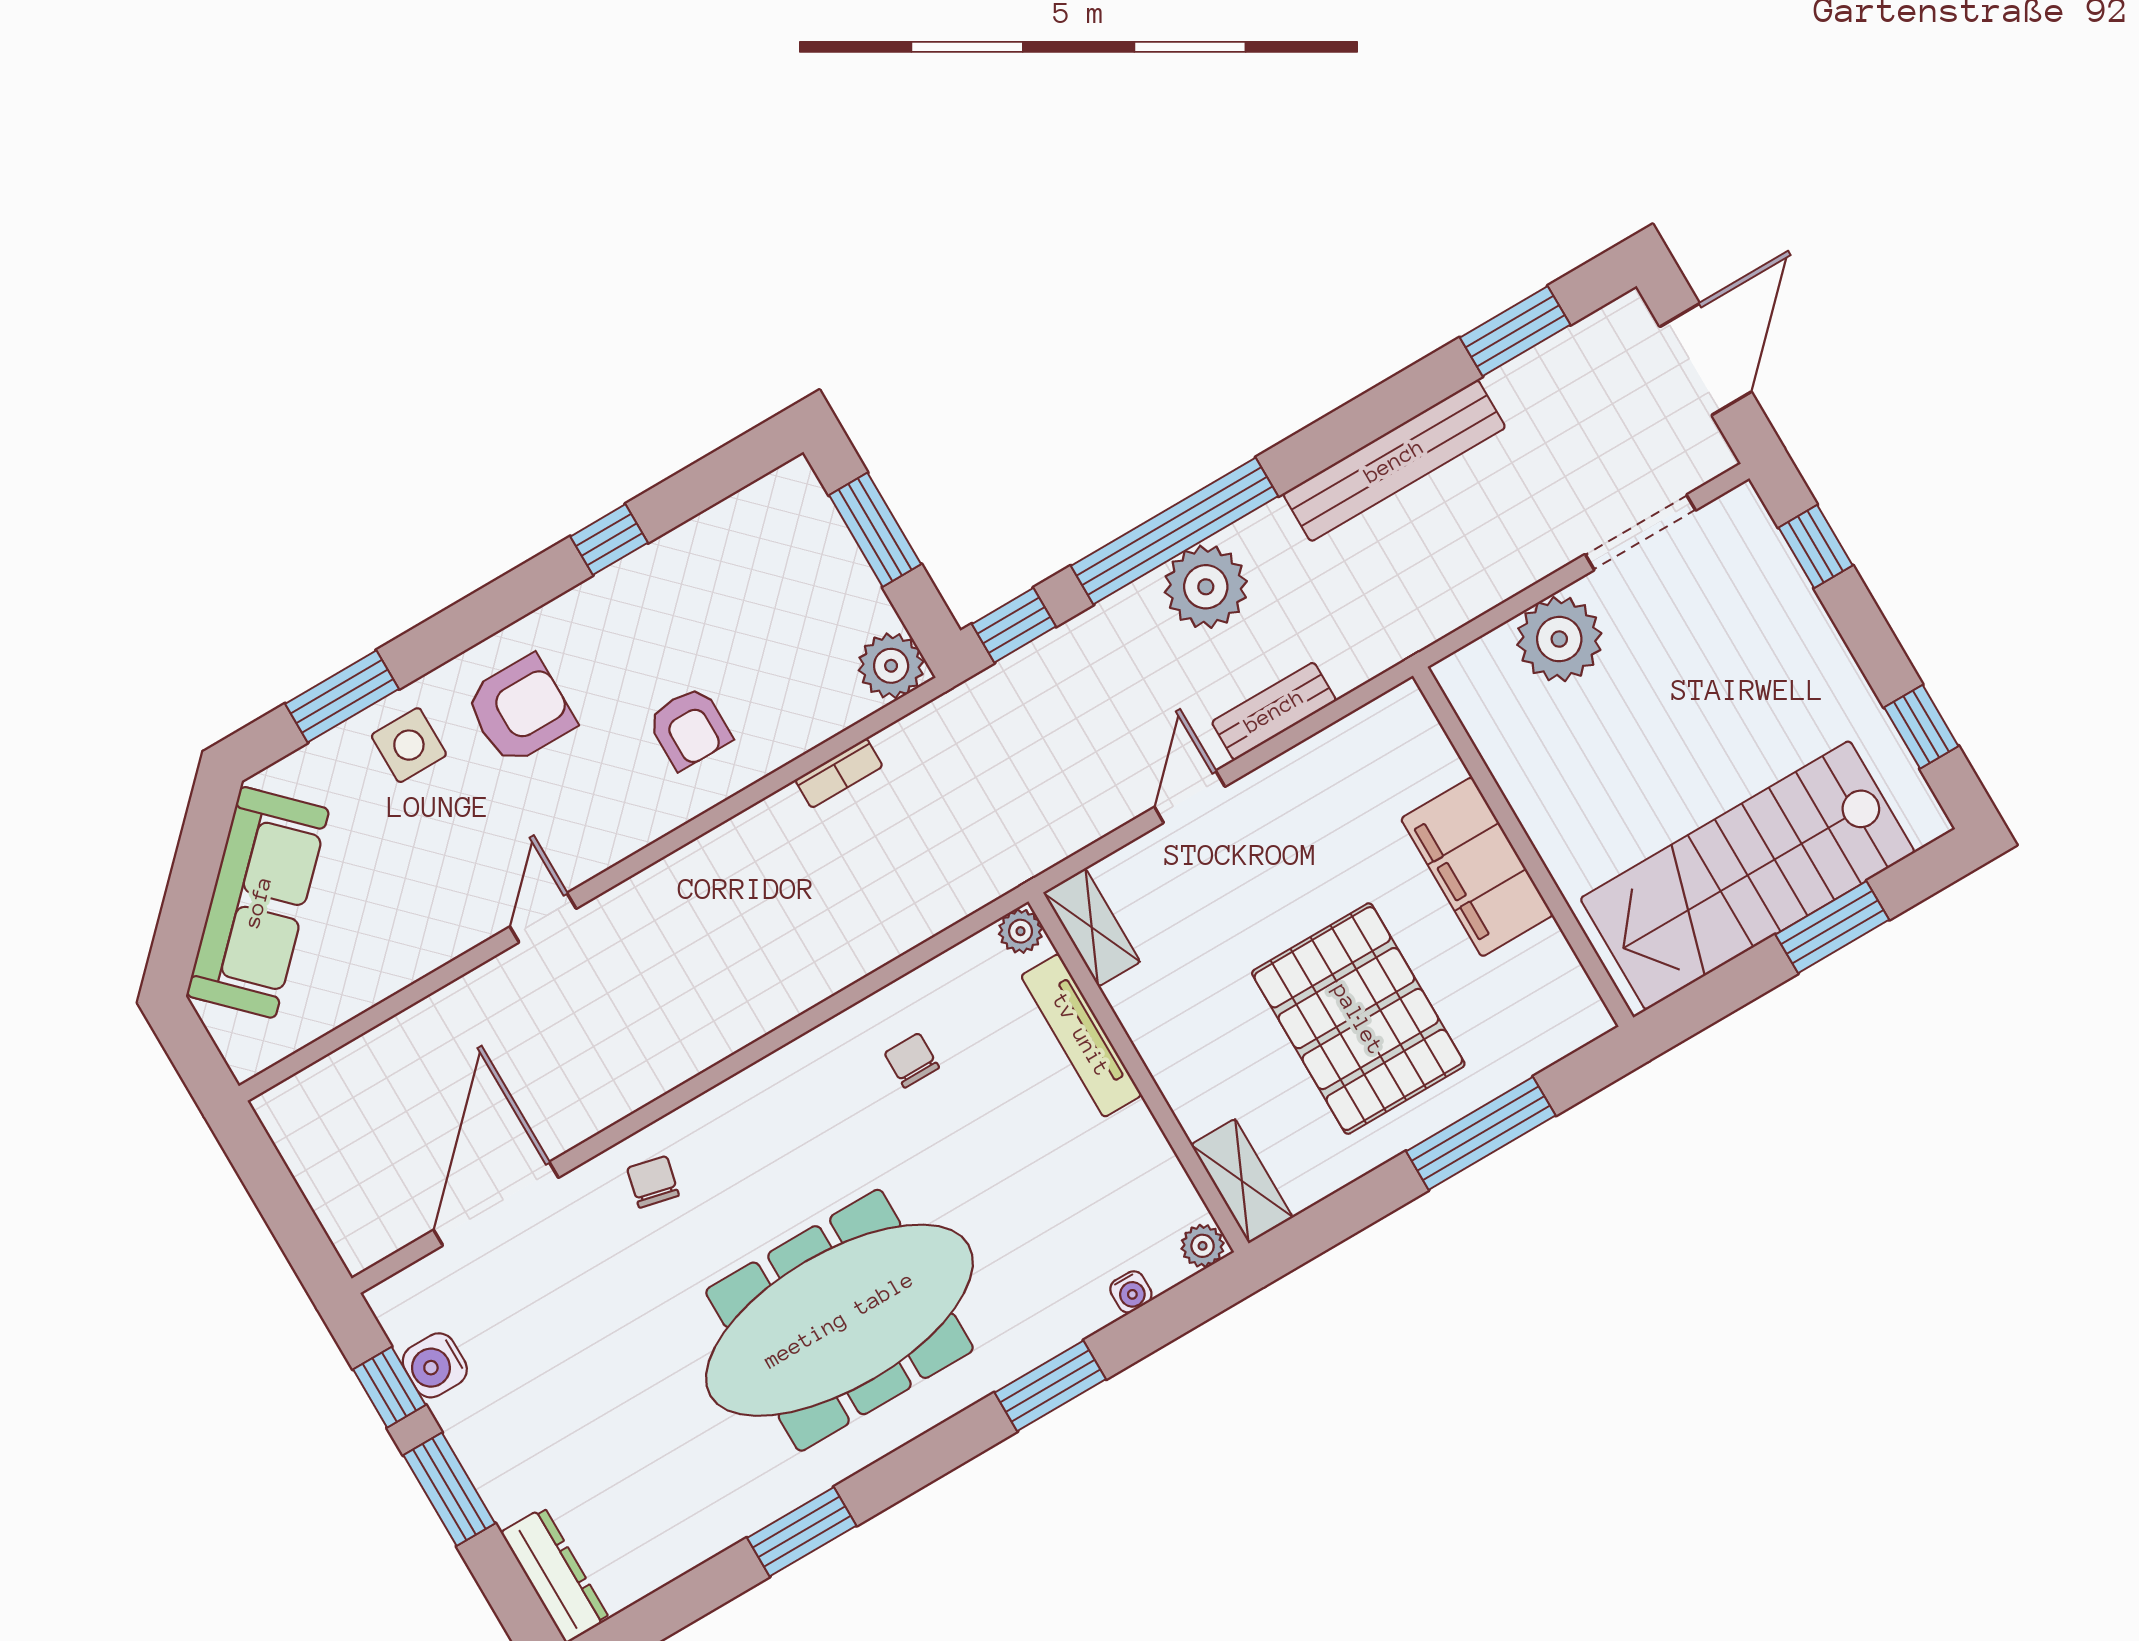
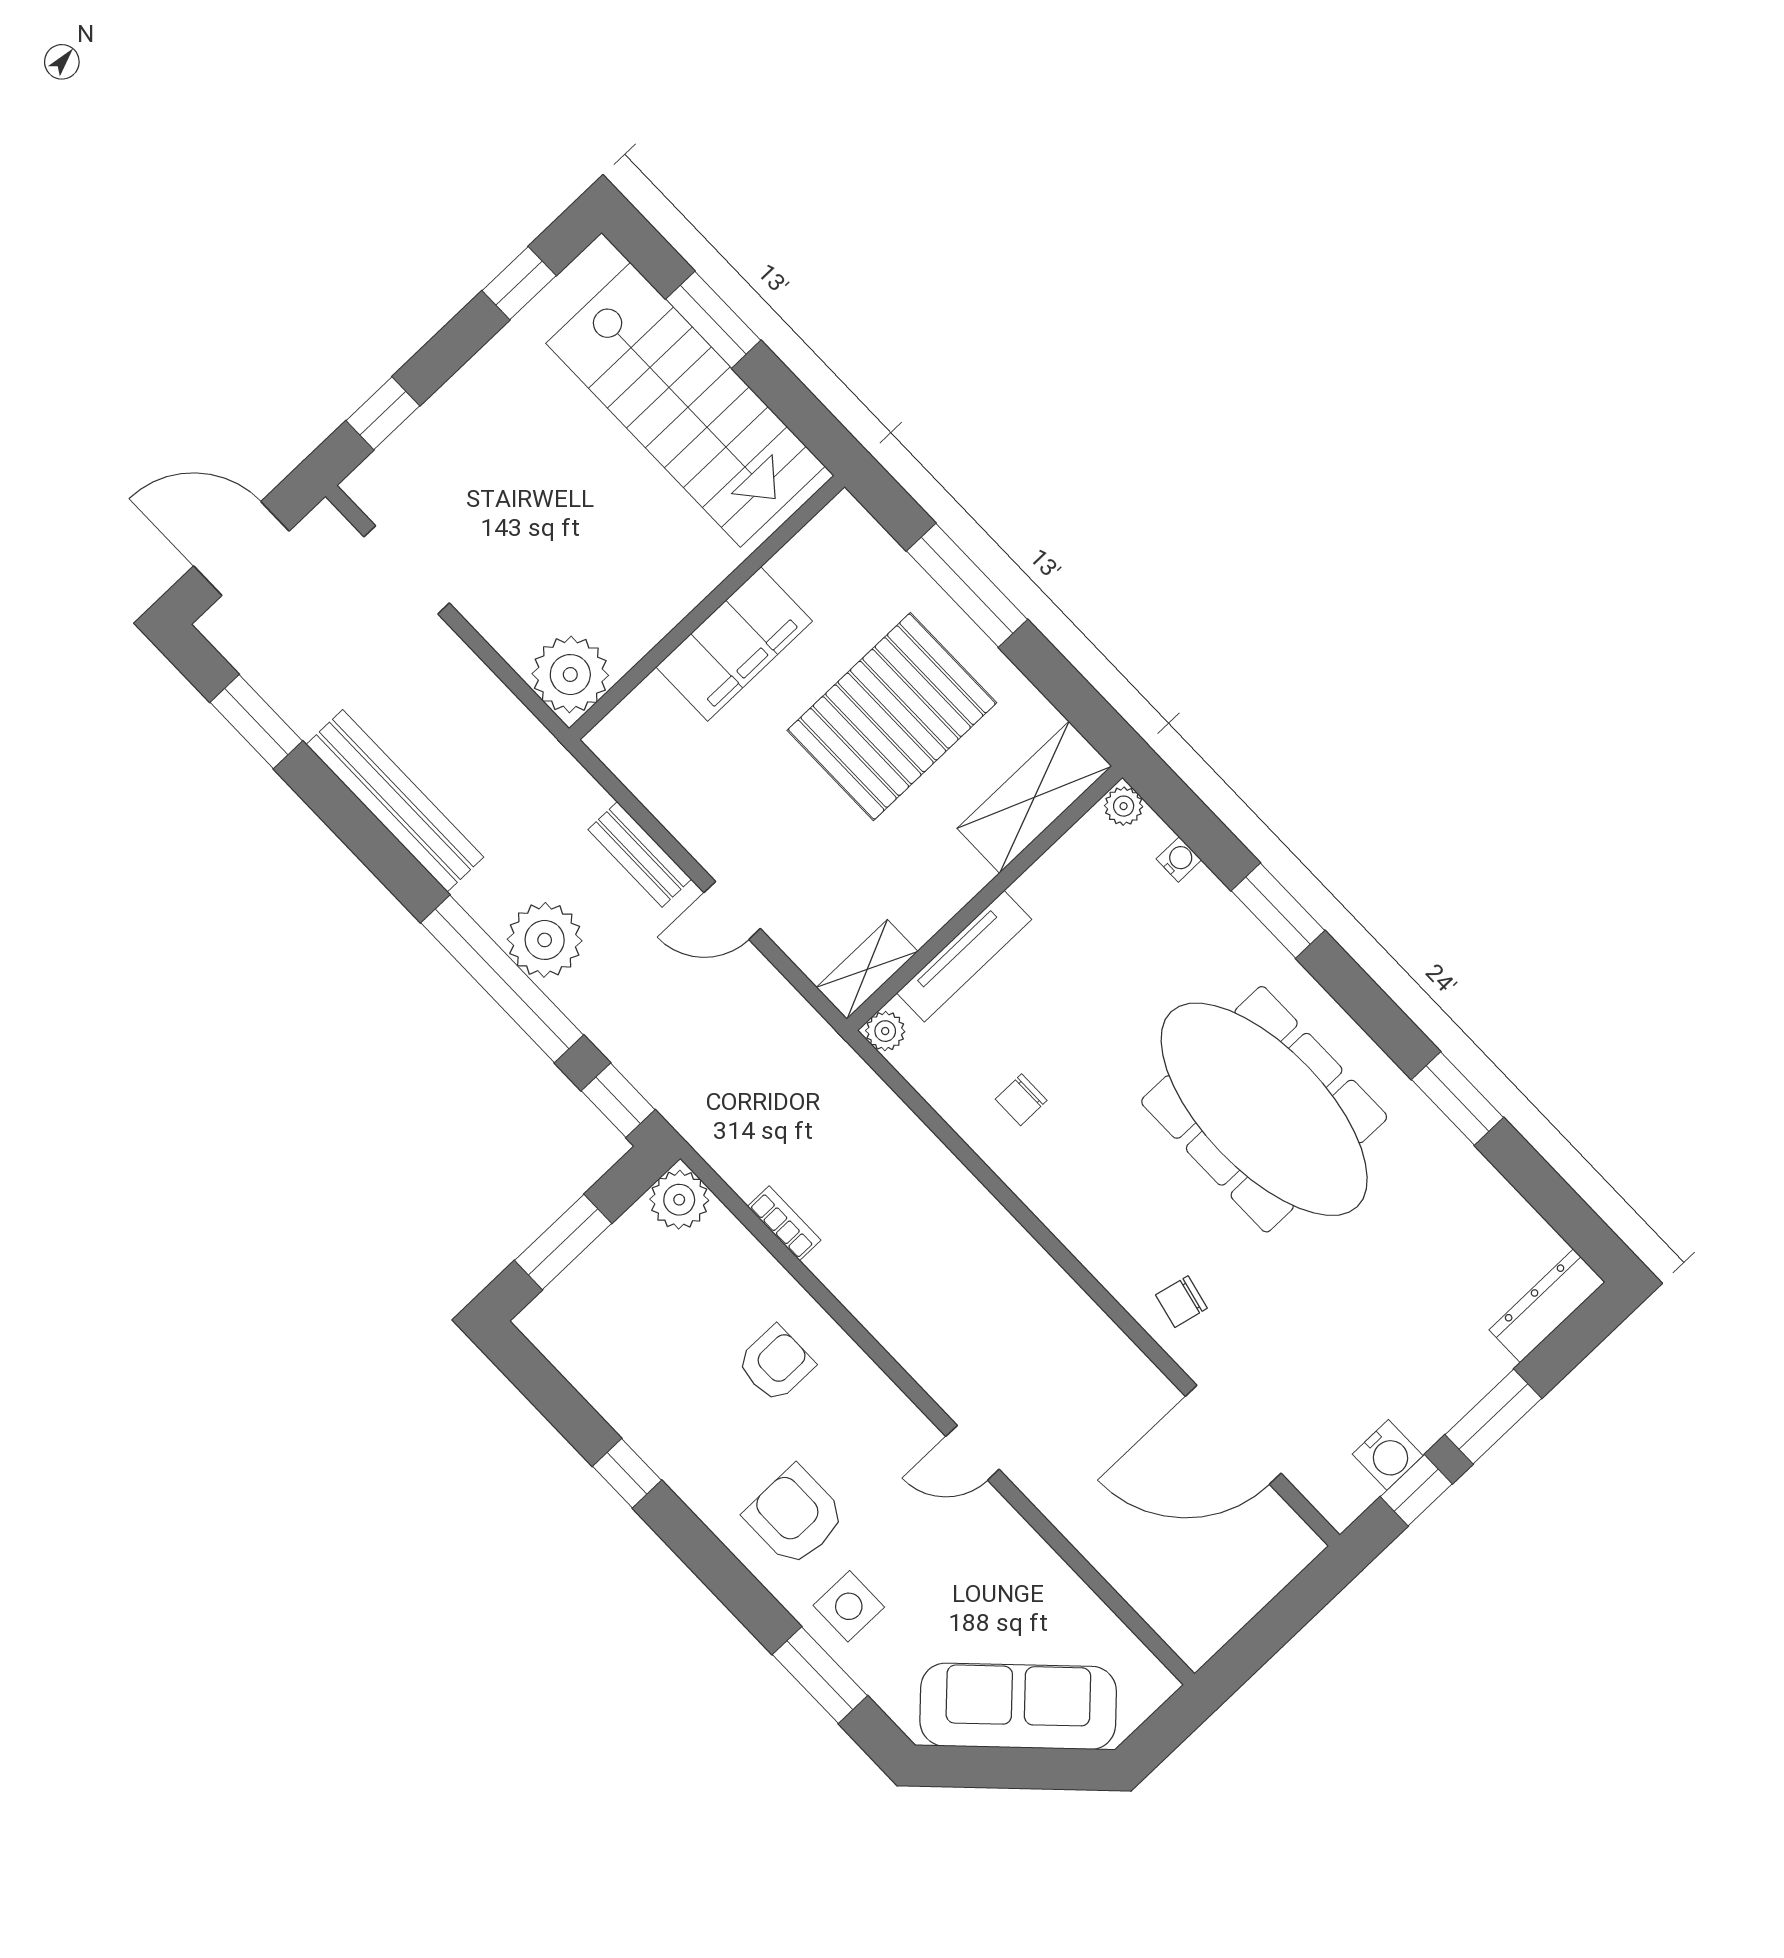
plant: (1559, 639) -> (570, 675), moved
shelving: (1242, 1181) -> (1034, 797), width x1.50, depth x1.33

